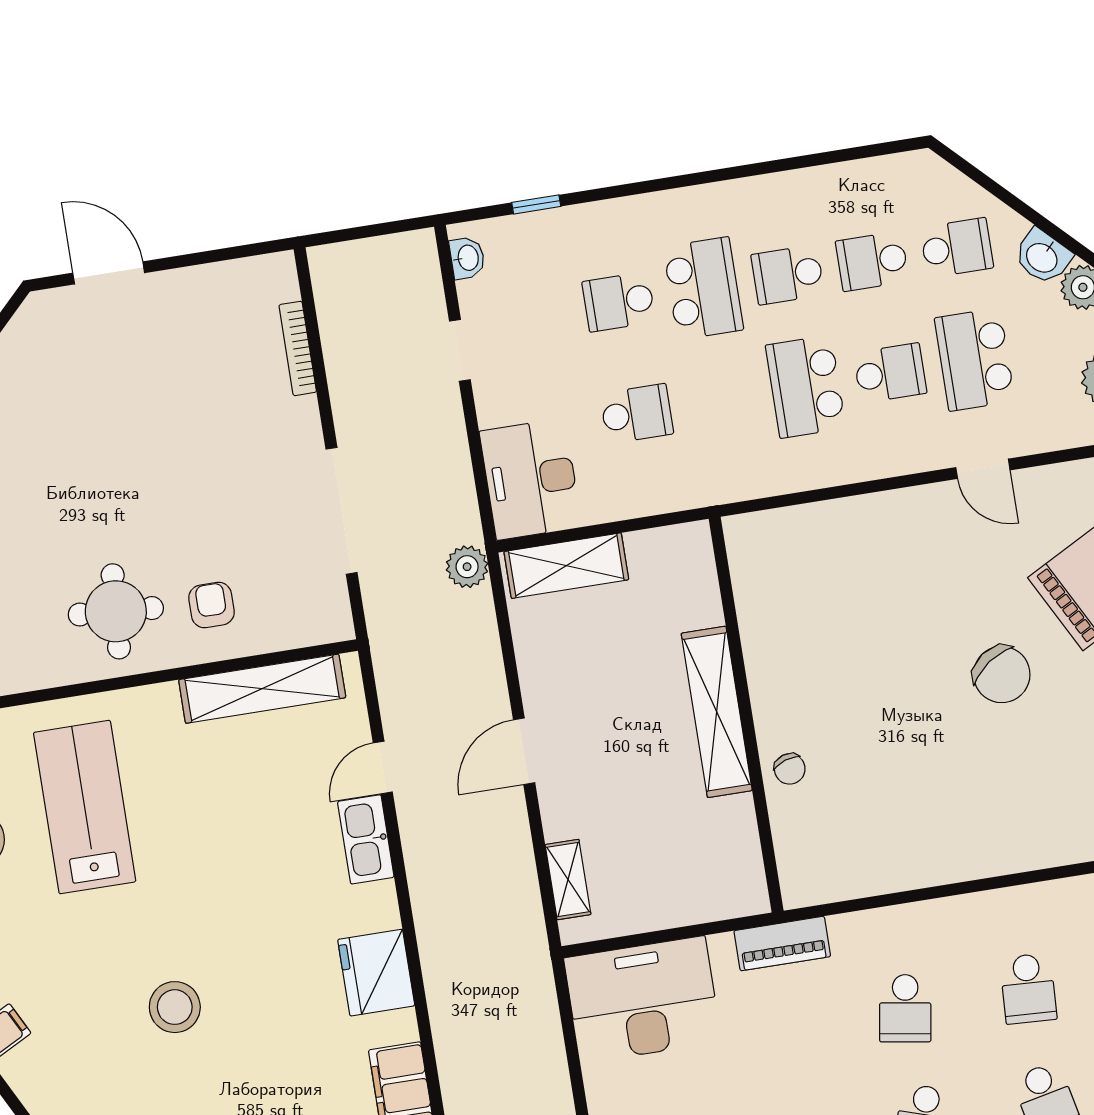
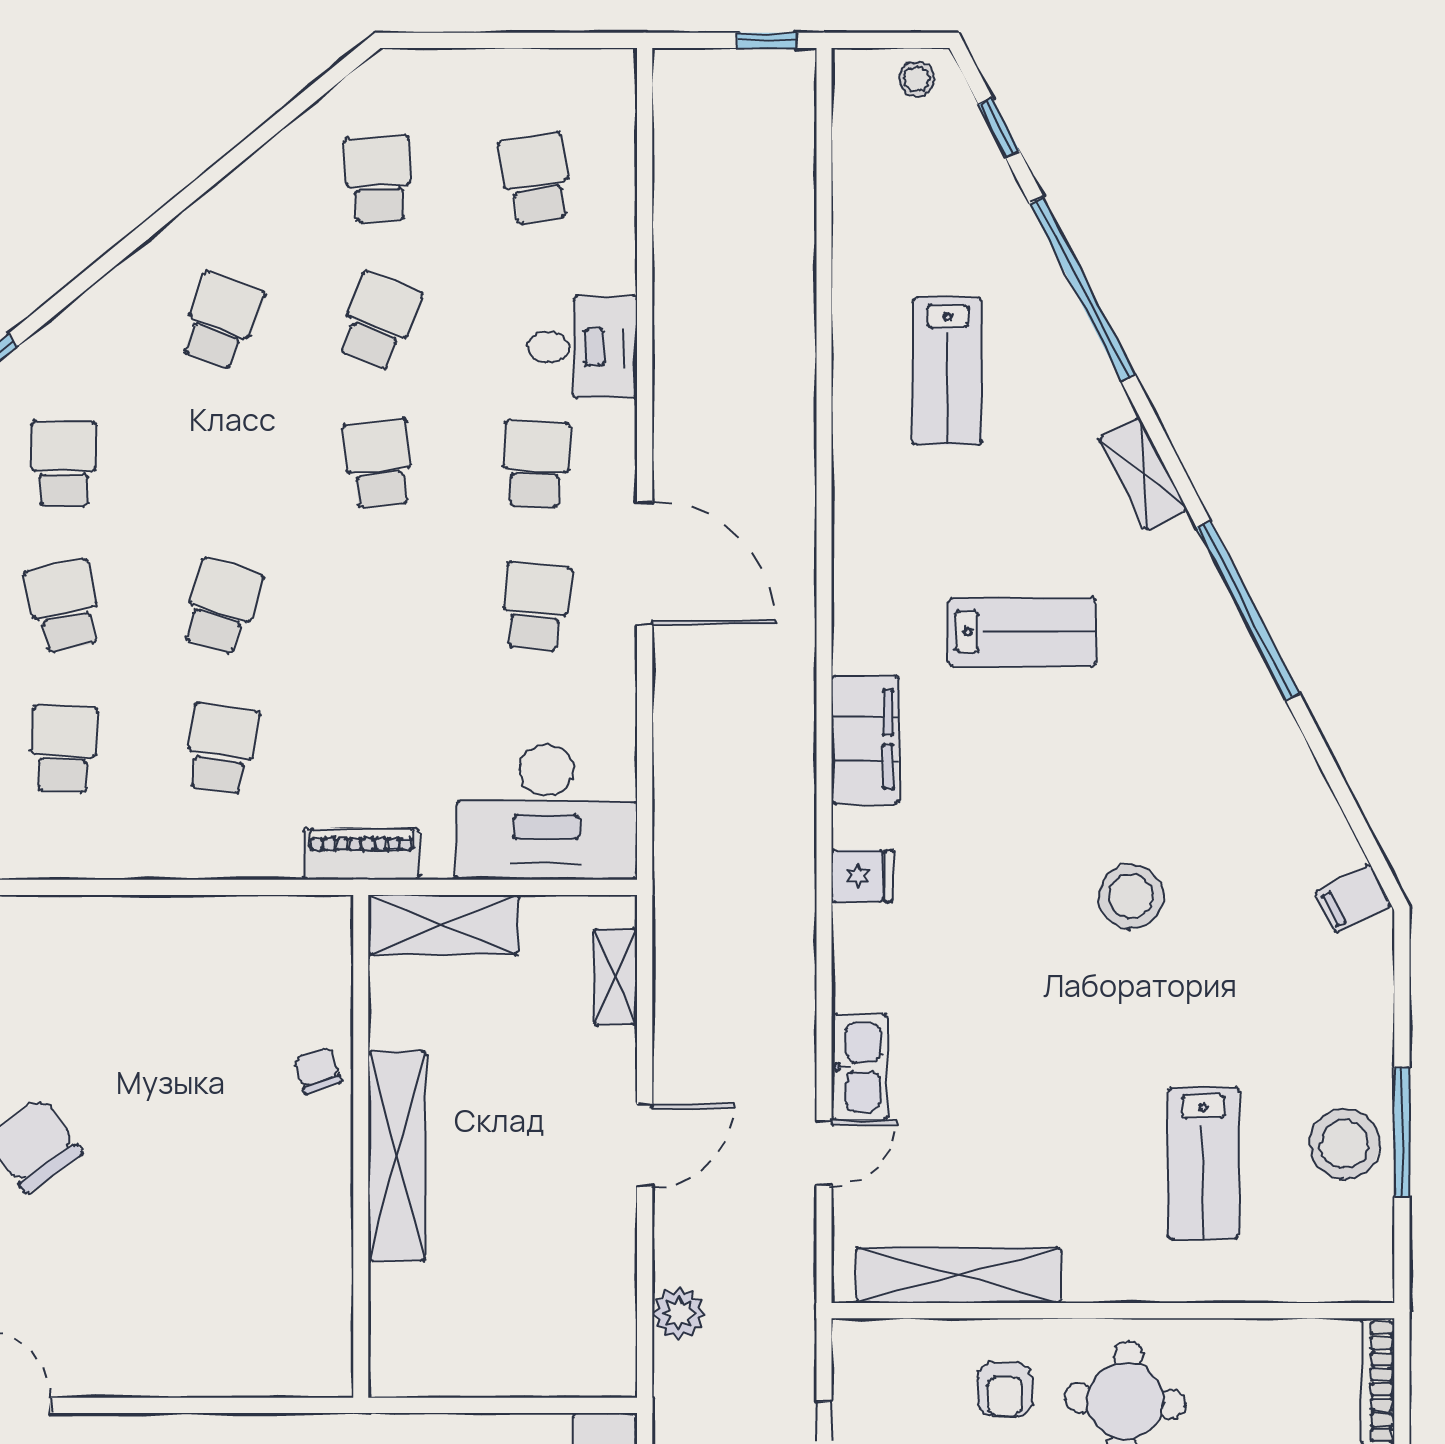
shelving: (566, 566) -> (443, 925), moved
plant: (467, 567) -> (679, 1313), moved
lab bench: (85, 807) -> (1203, 1163), width x0.73, depth x0.72
fridge: (376, 973) -> (862, 876), width x0.53, depth x0.75

